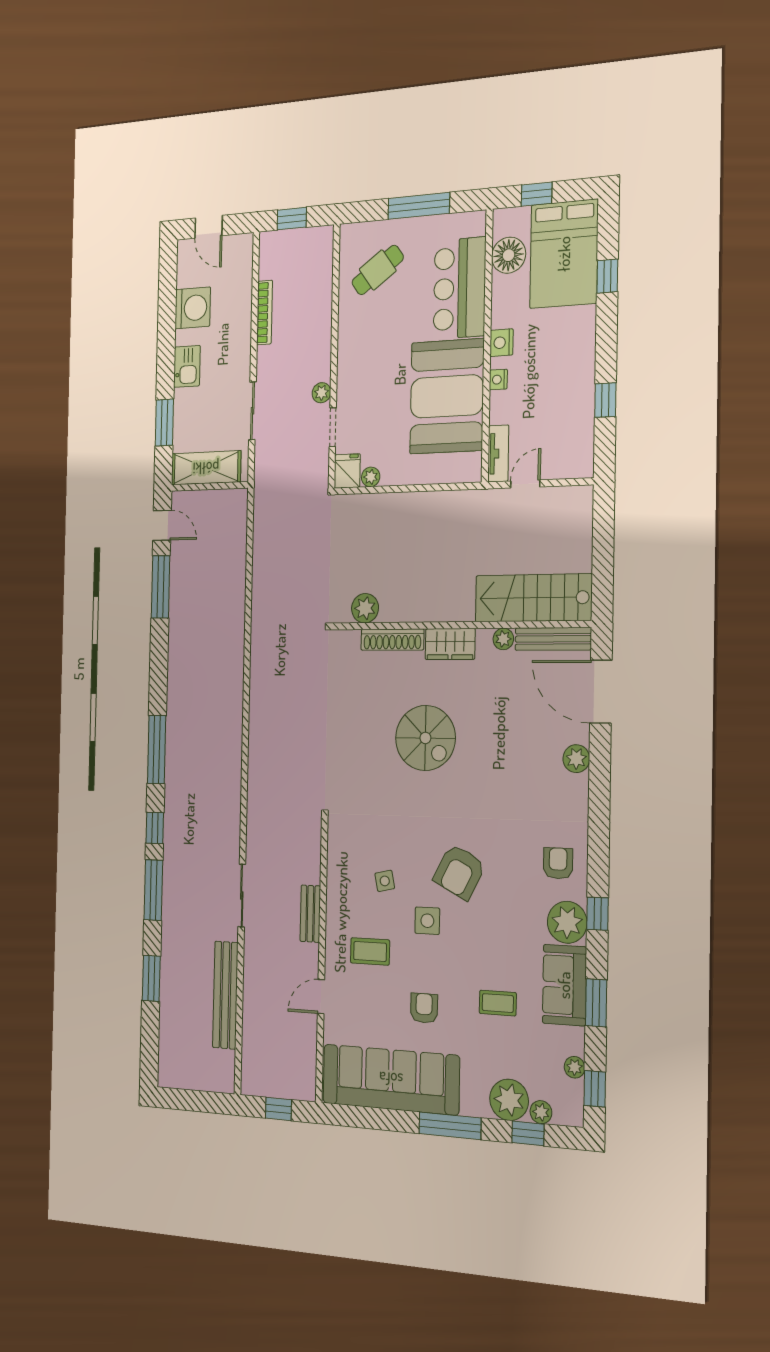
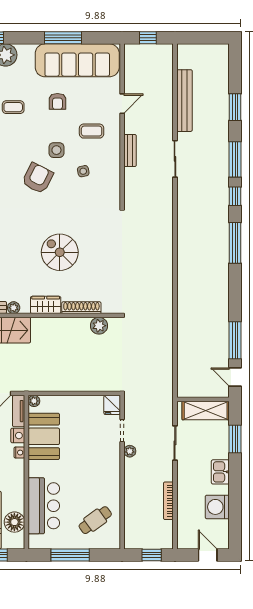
nightstand: (501, 343) -> (18, 436), moved
booth: (447, 396) -> (44, 436), width x0.73, depth x0.70
plant: (371, 477) -> (34, 401), moved
window: (450, 1126) -> (63, 38), moved

